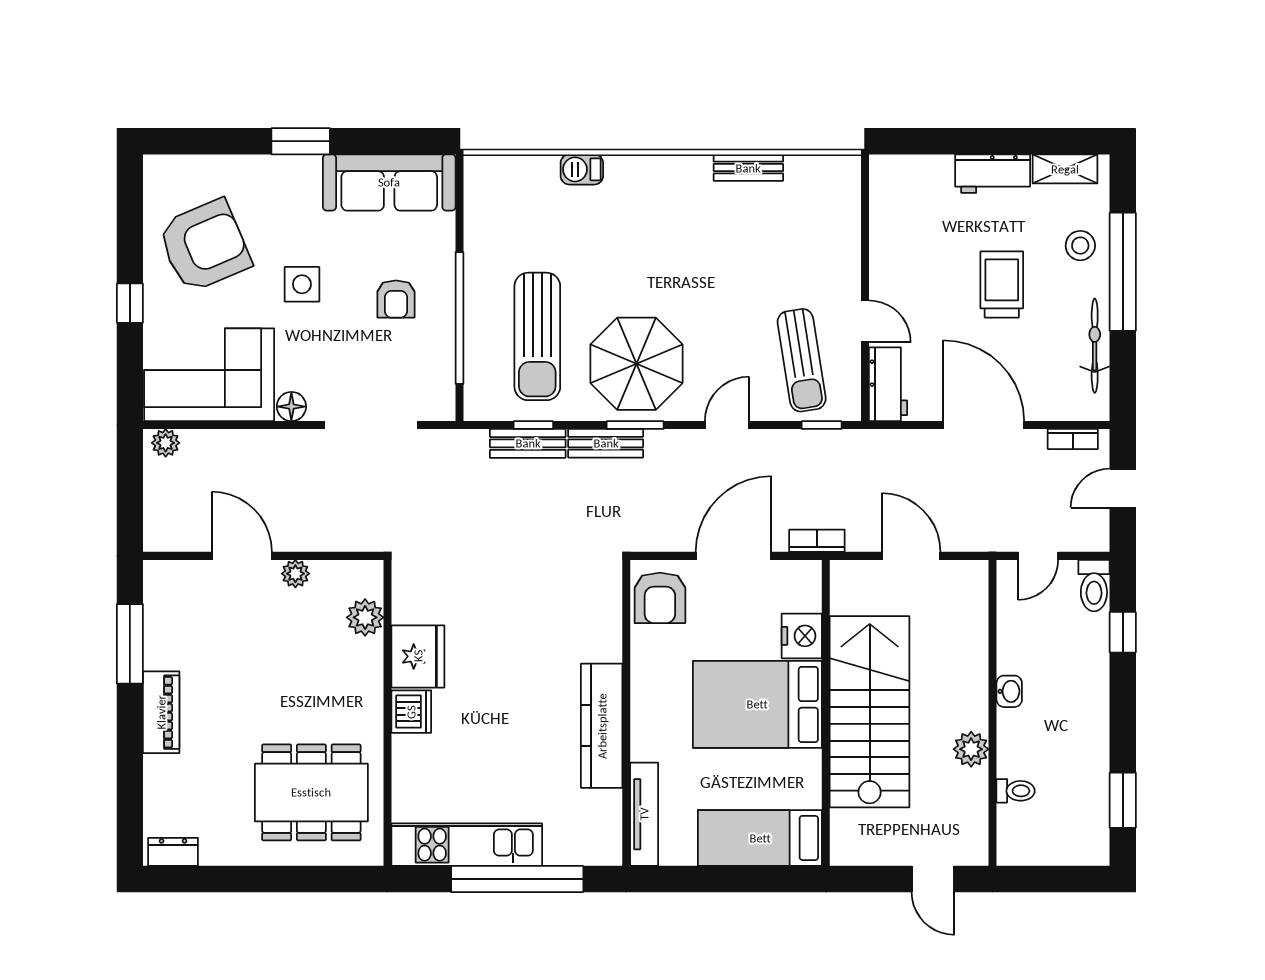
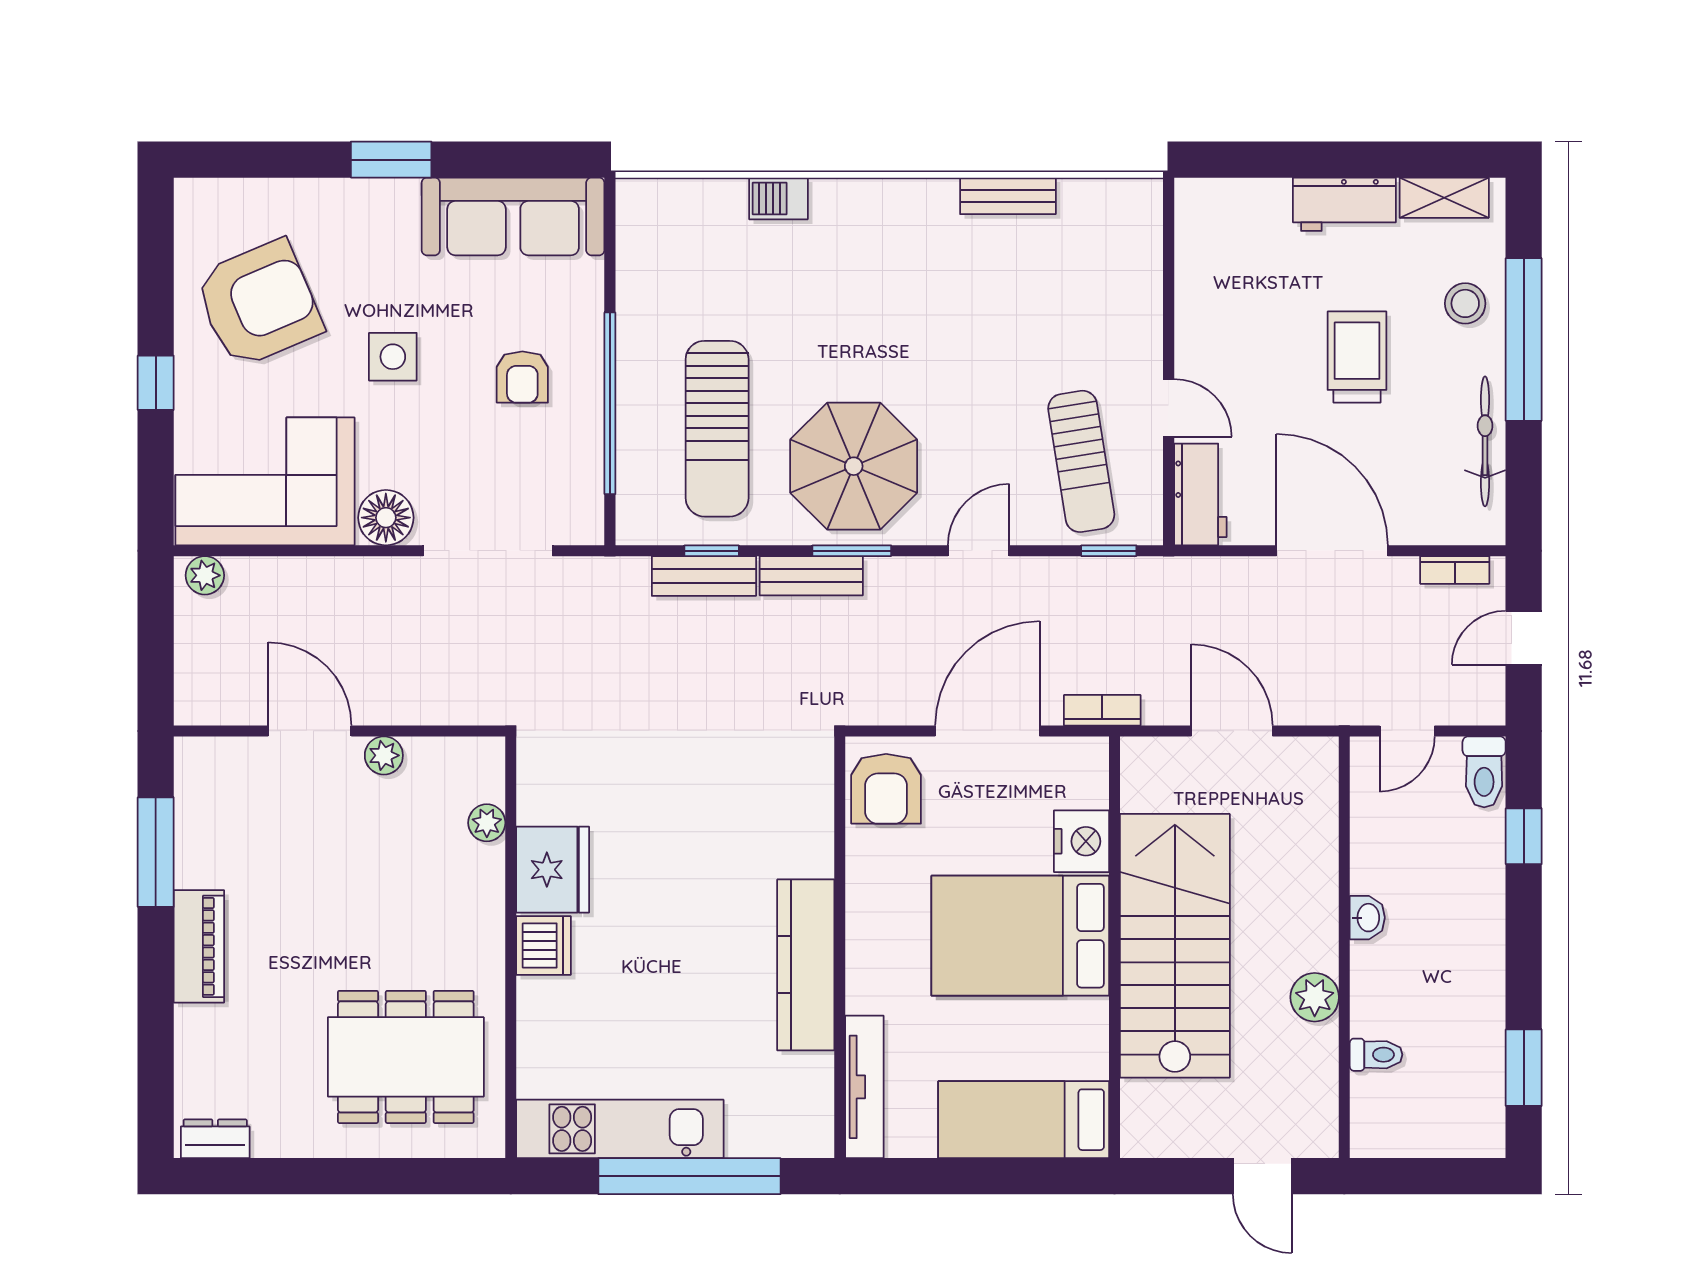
floor lamp: (291, 407) -> (386, 518), width x1.38, depth x1.38
plant: (365, 617) -> (487, 823), width x0.73, depth x0.73

